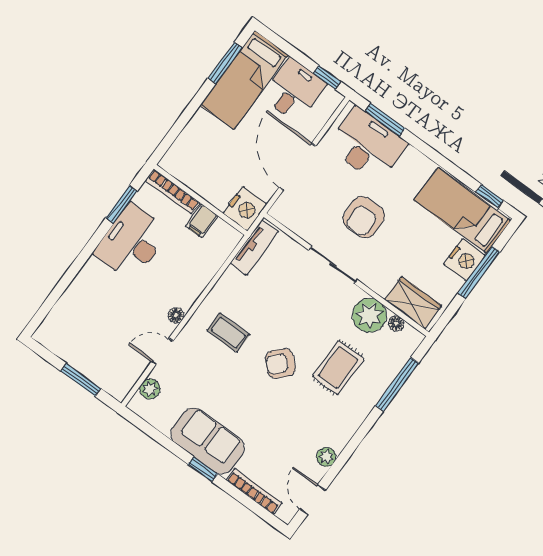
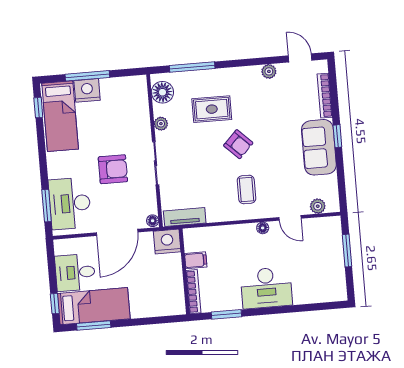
window: (327, 77) -> (55, 304), moved
floor lamp: (278, 212) -> (153, 221), added
desk: (132, 242) -> (266, 288), moved
wardrobe: (413, 303) -> (137, 99), removed
plant: (369, 315) -> (161, 124), width x0.53, depth x0.53
floor lamp: (396, 324) -> (162, 92), width x1.89, depth x1.89
door: (313, 500) -> (300, 58), swing flipped

